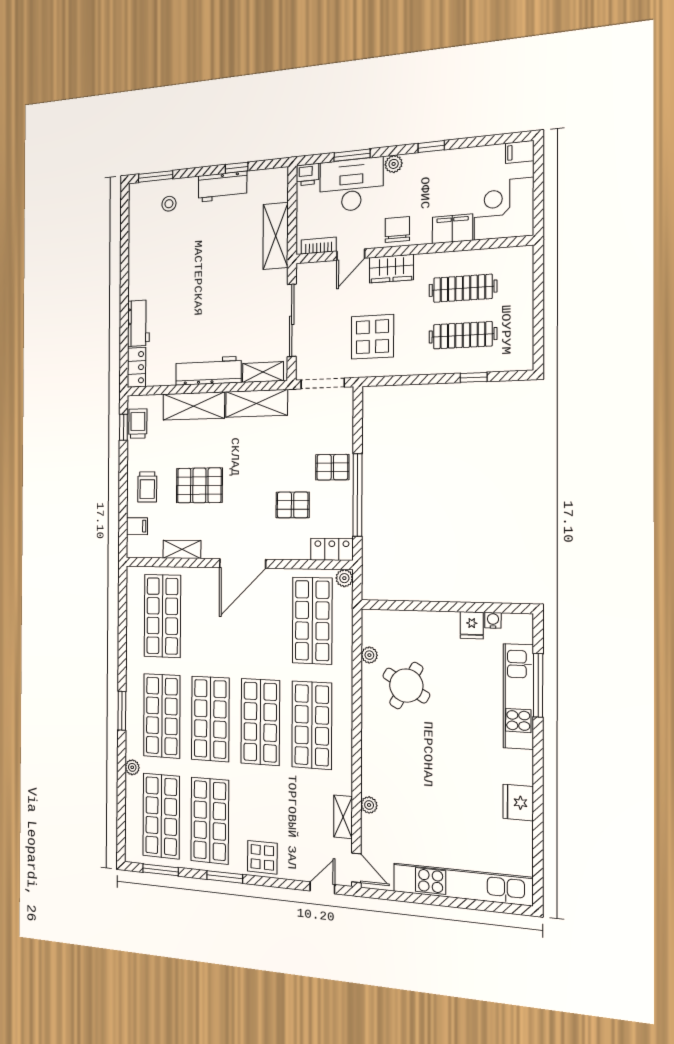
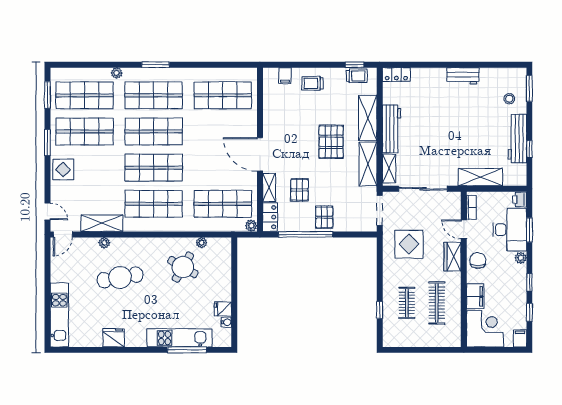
window: (478, 142) -> (529, 312), added
workbench: (223, 187) -> (517, 139), width x1.38
chair: (397, 230) -> (478, 260), turned -90
workbench: (138, 323) -> (463, 76), moved
clothes rail: (463, 335) -> (407, 303), width x0.73
pallet: (199, 485) -> (331, 142), moved
shelving: (182, 549) -> (269, 187), moved
cafe table: (422, 785) -> (120, 277), added
shelving: (343, 817) -> (102, 223), width x1.50, depth x1.33
kitchen unit: (462, 884) -> (59, 315), width x0.73

